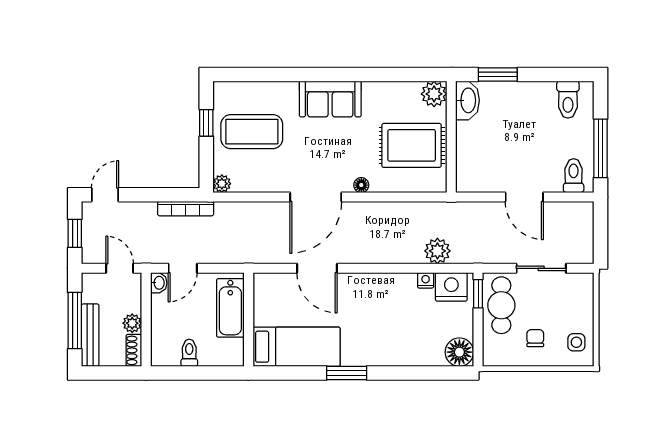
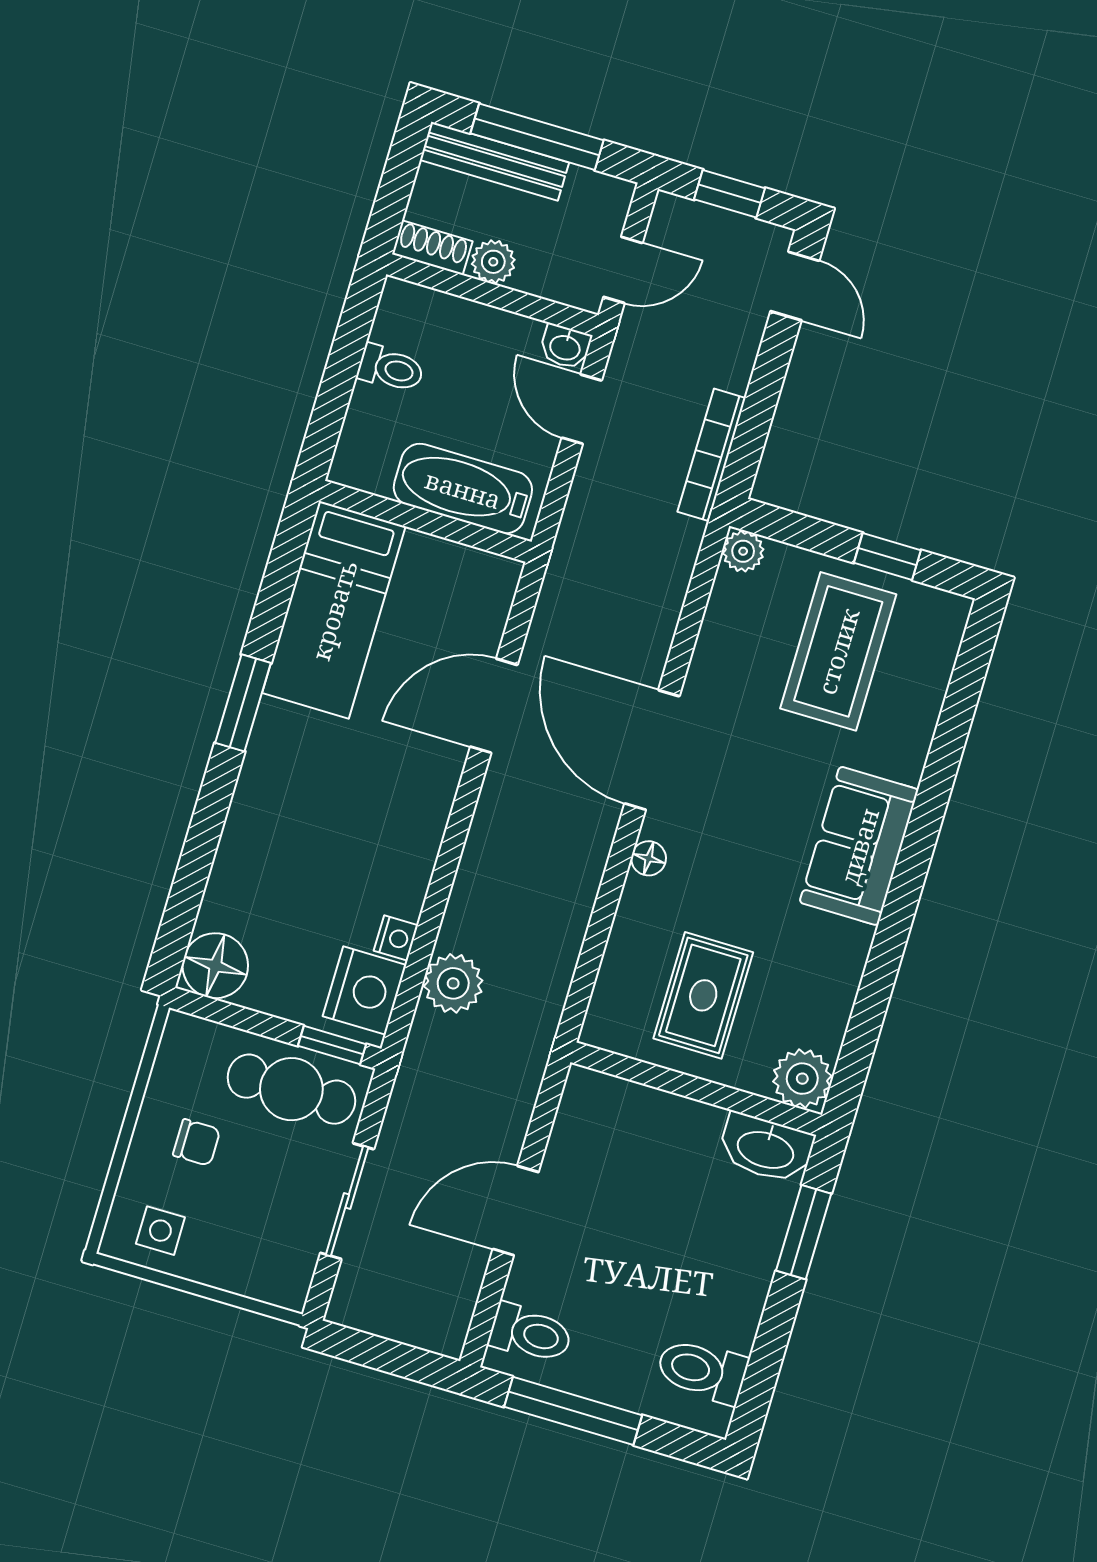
rug: (412, 145) -> (703, 995), width x0.73, depth x0.70

